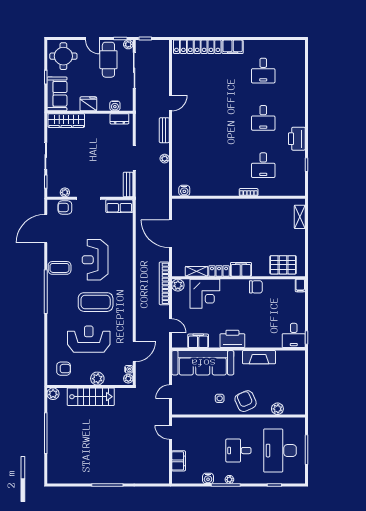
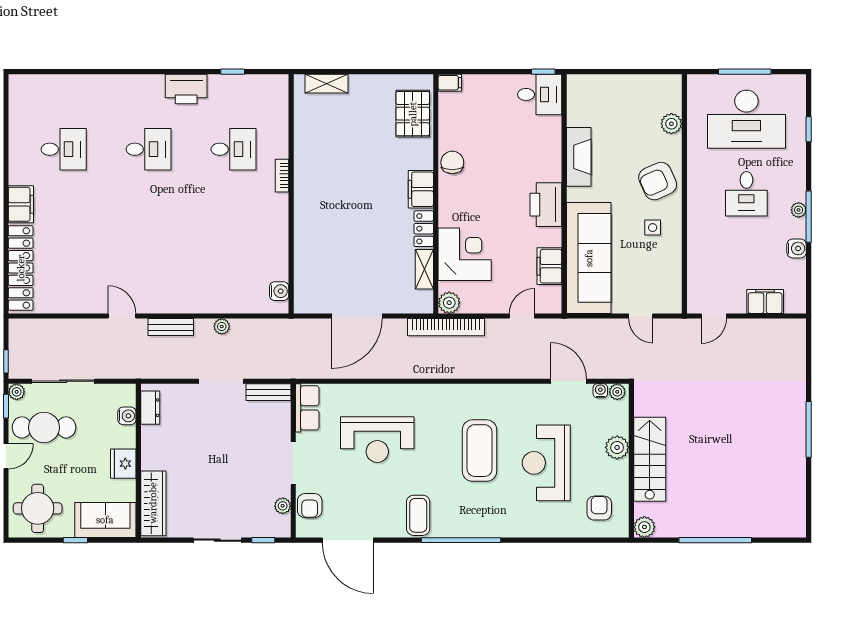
reception desk: (95, 260) -> (377, 440), moved

